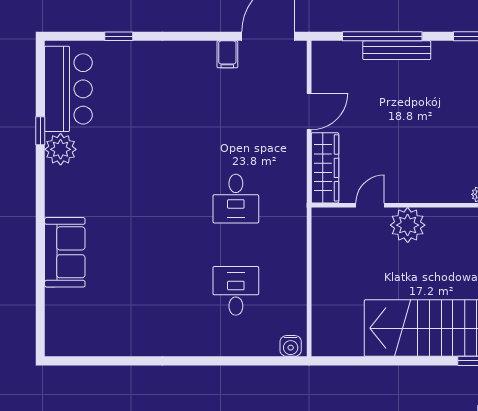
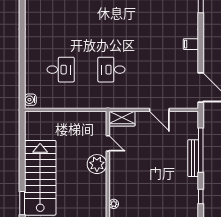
filing cabinet: (227, 54) -> (191, 44), moved
wardrobe: (325, 168) -> (122, 119), width x0.67

